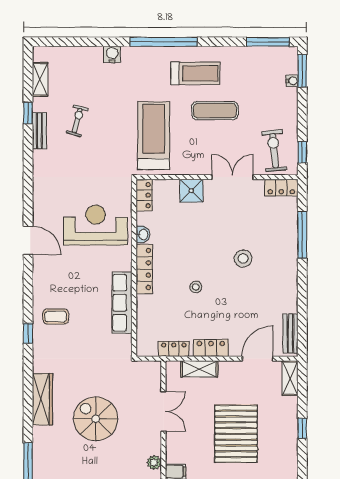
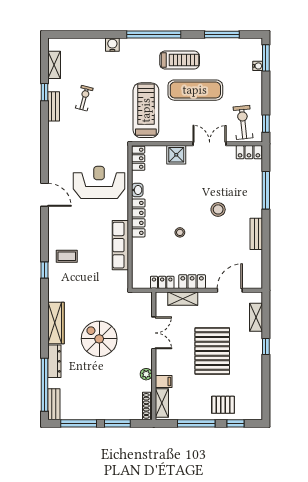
window: (268, 42) -> (222, 35), moved
exercise mat: (215, 111) -> (195, 90), width x1.36, depth x1.45
bench: (290, 333) -> (256, 234), moved
shelving: (290, 378) -> (256, 317), moved
dresser: (40, 447) -> (54, 361), added

